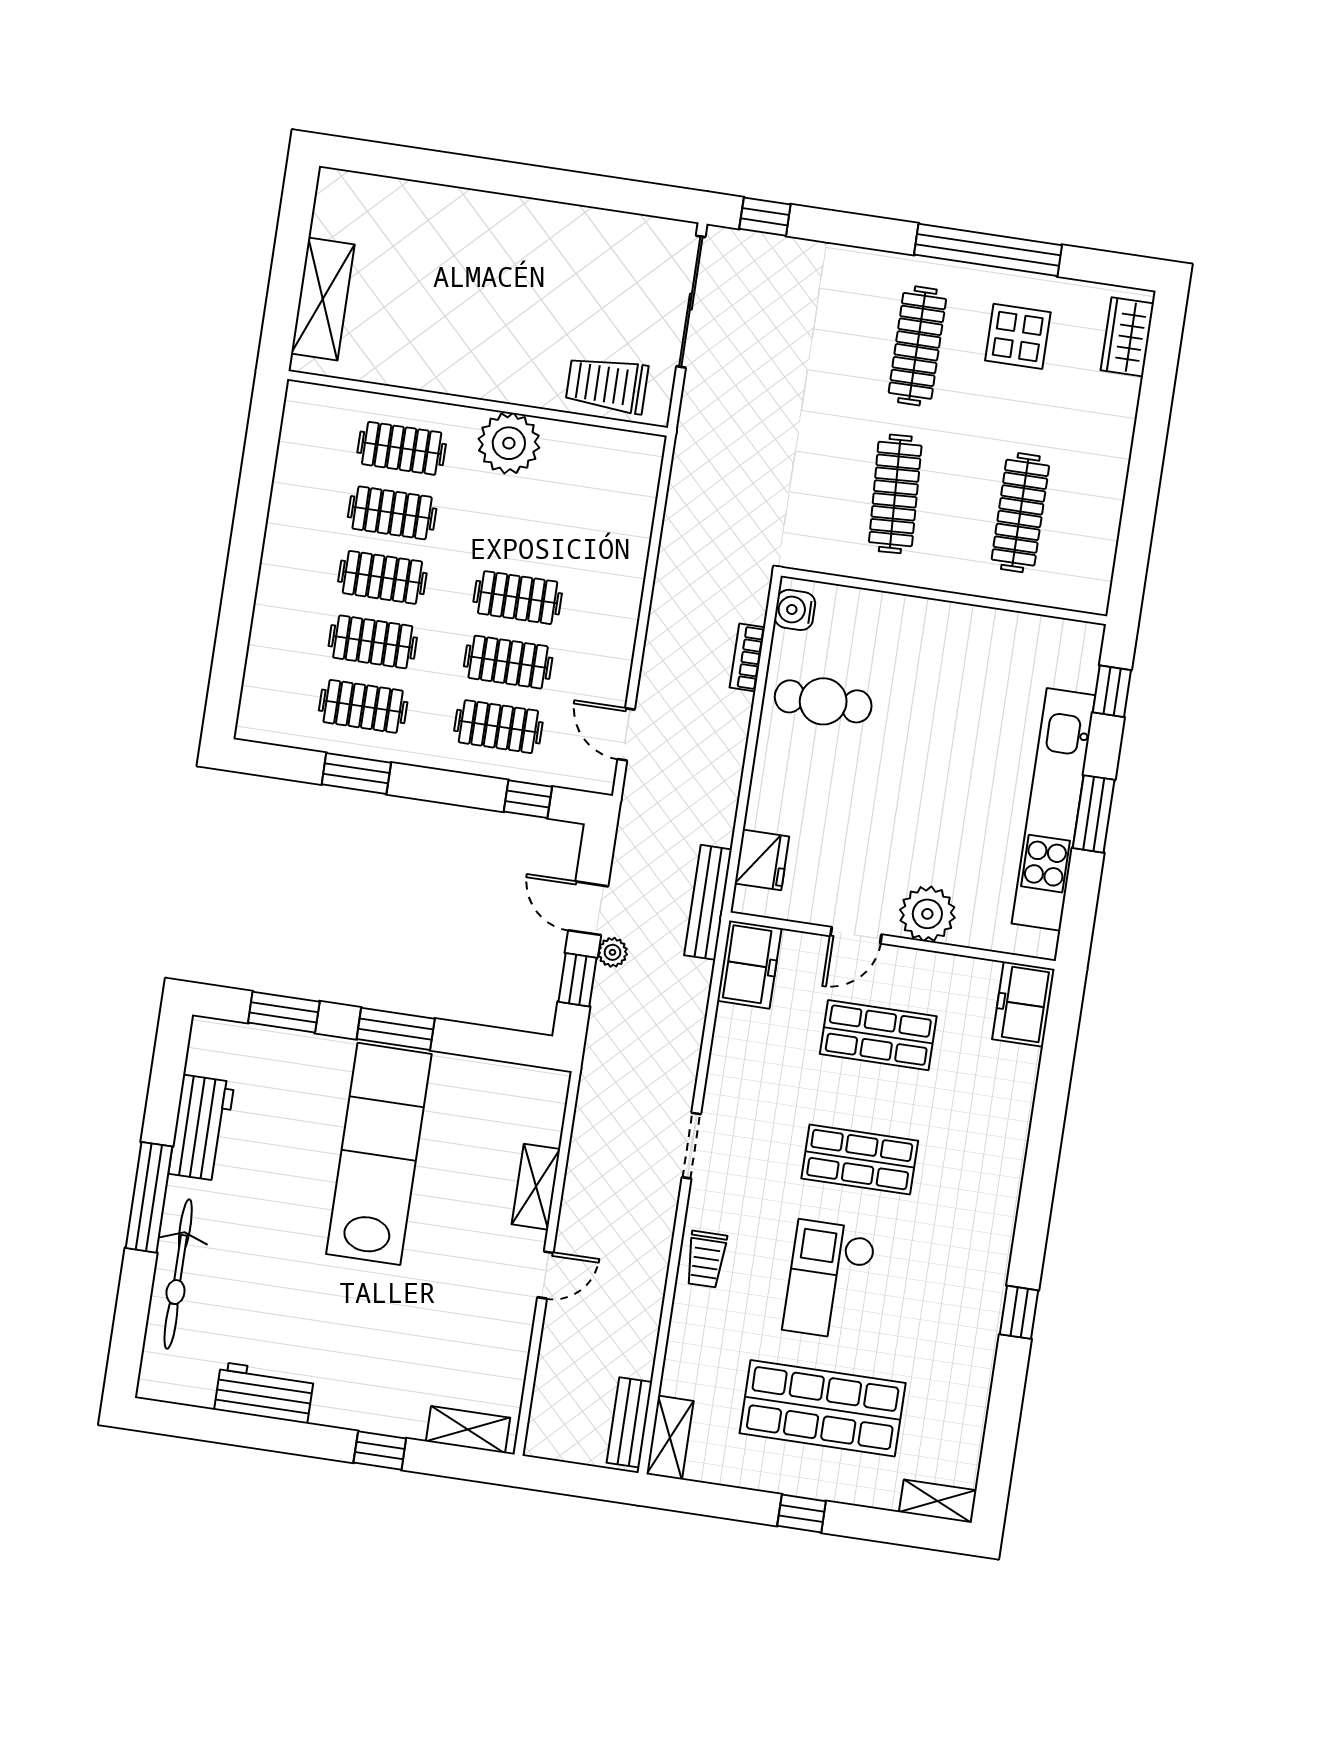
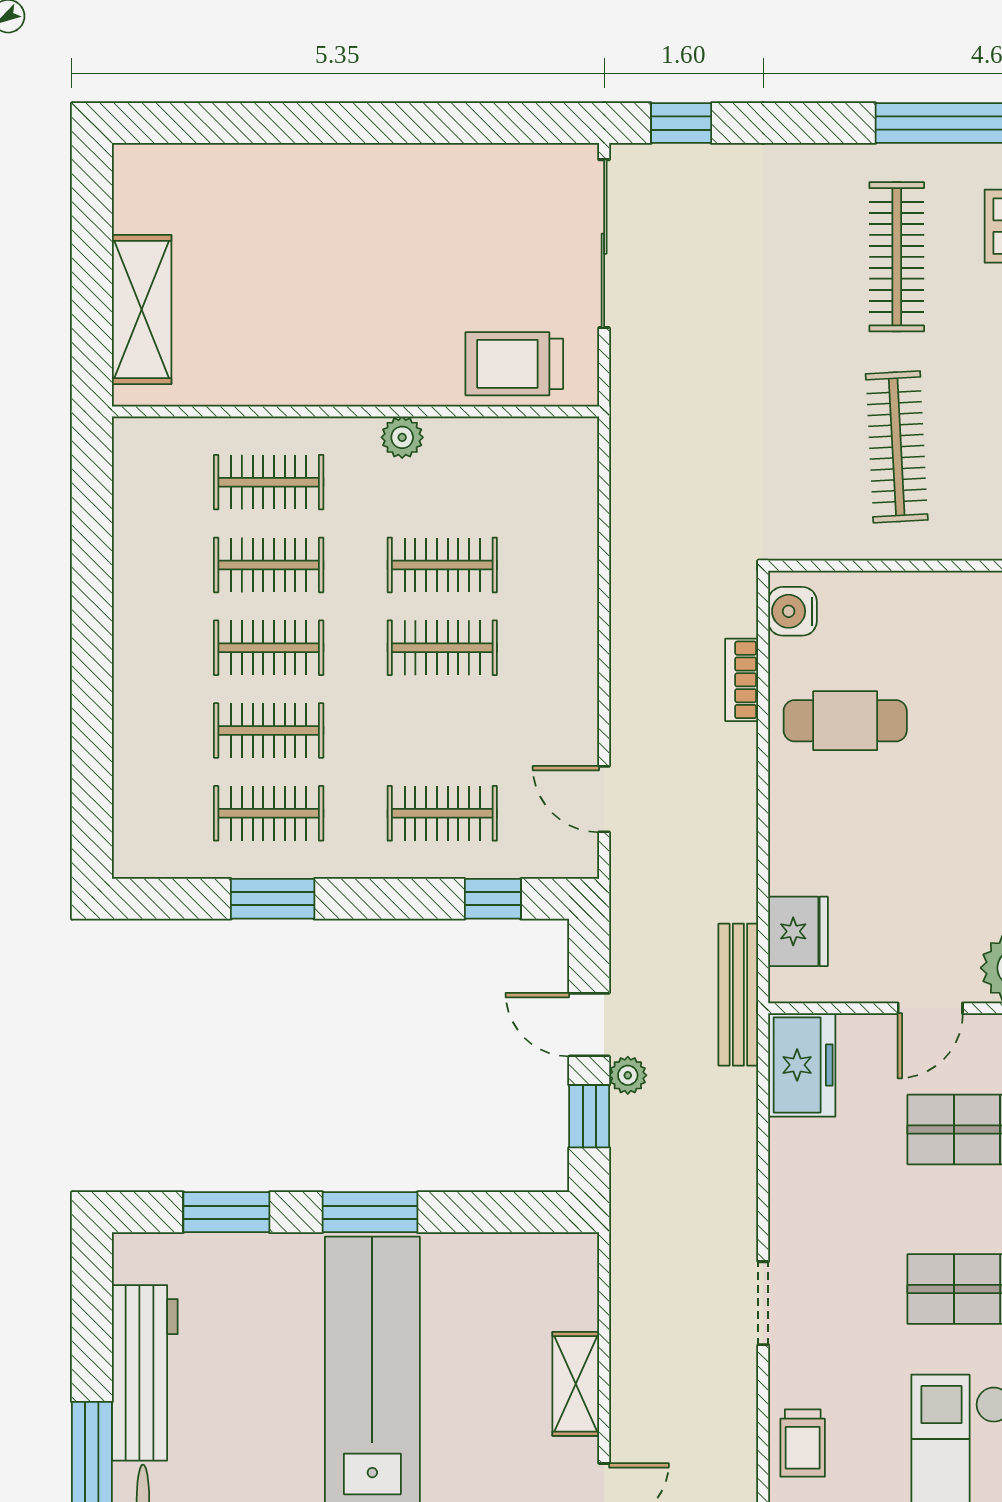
plant: (509, 443) -> (402, 437), width x0.53, depth x0.53
clothes rail: (508, 662) -> (442, 565), moved
workbench: (201, 1128) -> (145, 1373), width x1.38

